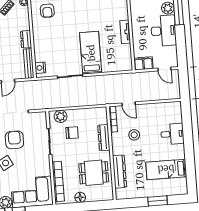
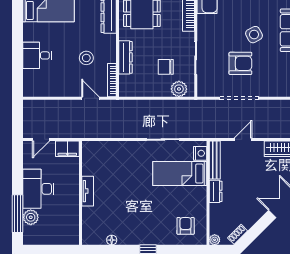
bed: (91, 53) -> (180, 174), moved, turned 90
door: (164, 69) -> (41, 139), swing flipped
armchair: (14, 140) -> (240, 63), turned -90

